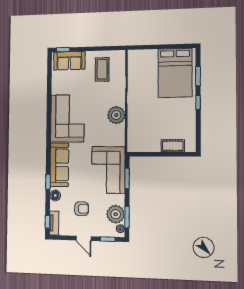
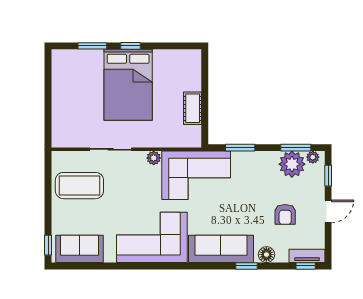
sofa: (69, 61) -> (80, 249), moved, turned -90
coffee table: (102, 69) -> (79, 186), width x1.36, depth x1.32
bed: (175, 73) -> (128, 85), moved, turned 90
plant: (116, 115) -> (154, 158), width x0.53, depth x0.53
cot: (173, 146) -> (193, 108), moved
corner sofa: (108, 170) -> (196, 175), moved
armchair: (82, 209) -> (285, 214), turned 180

